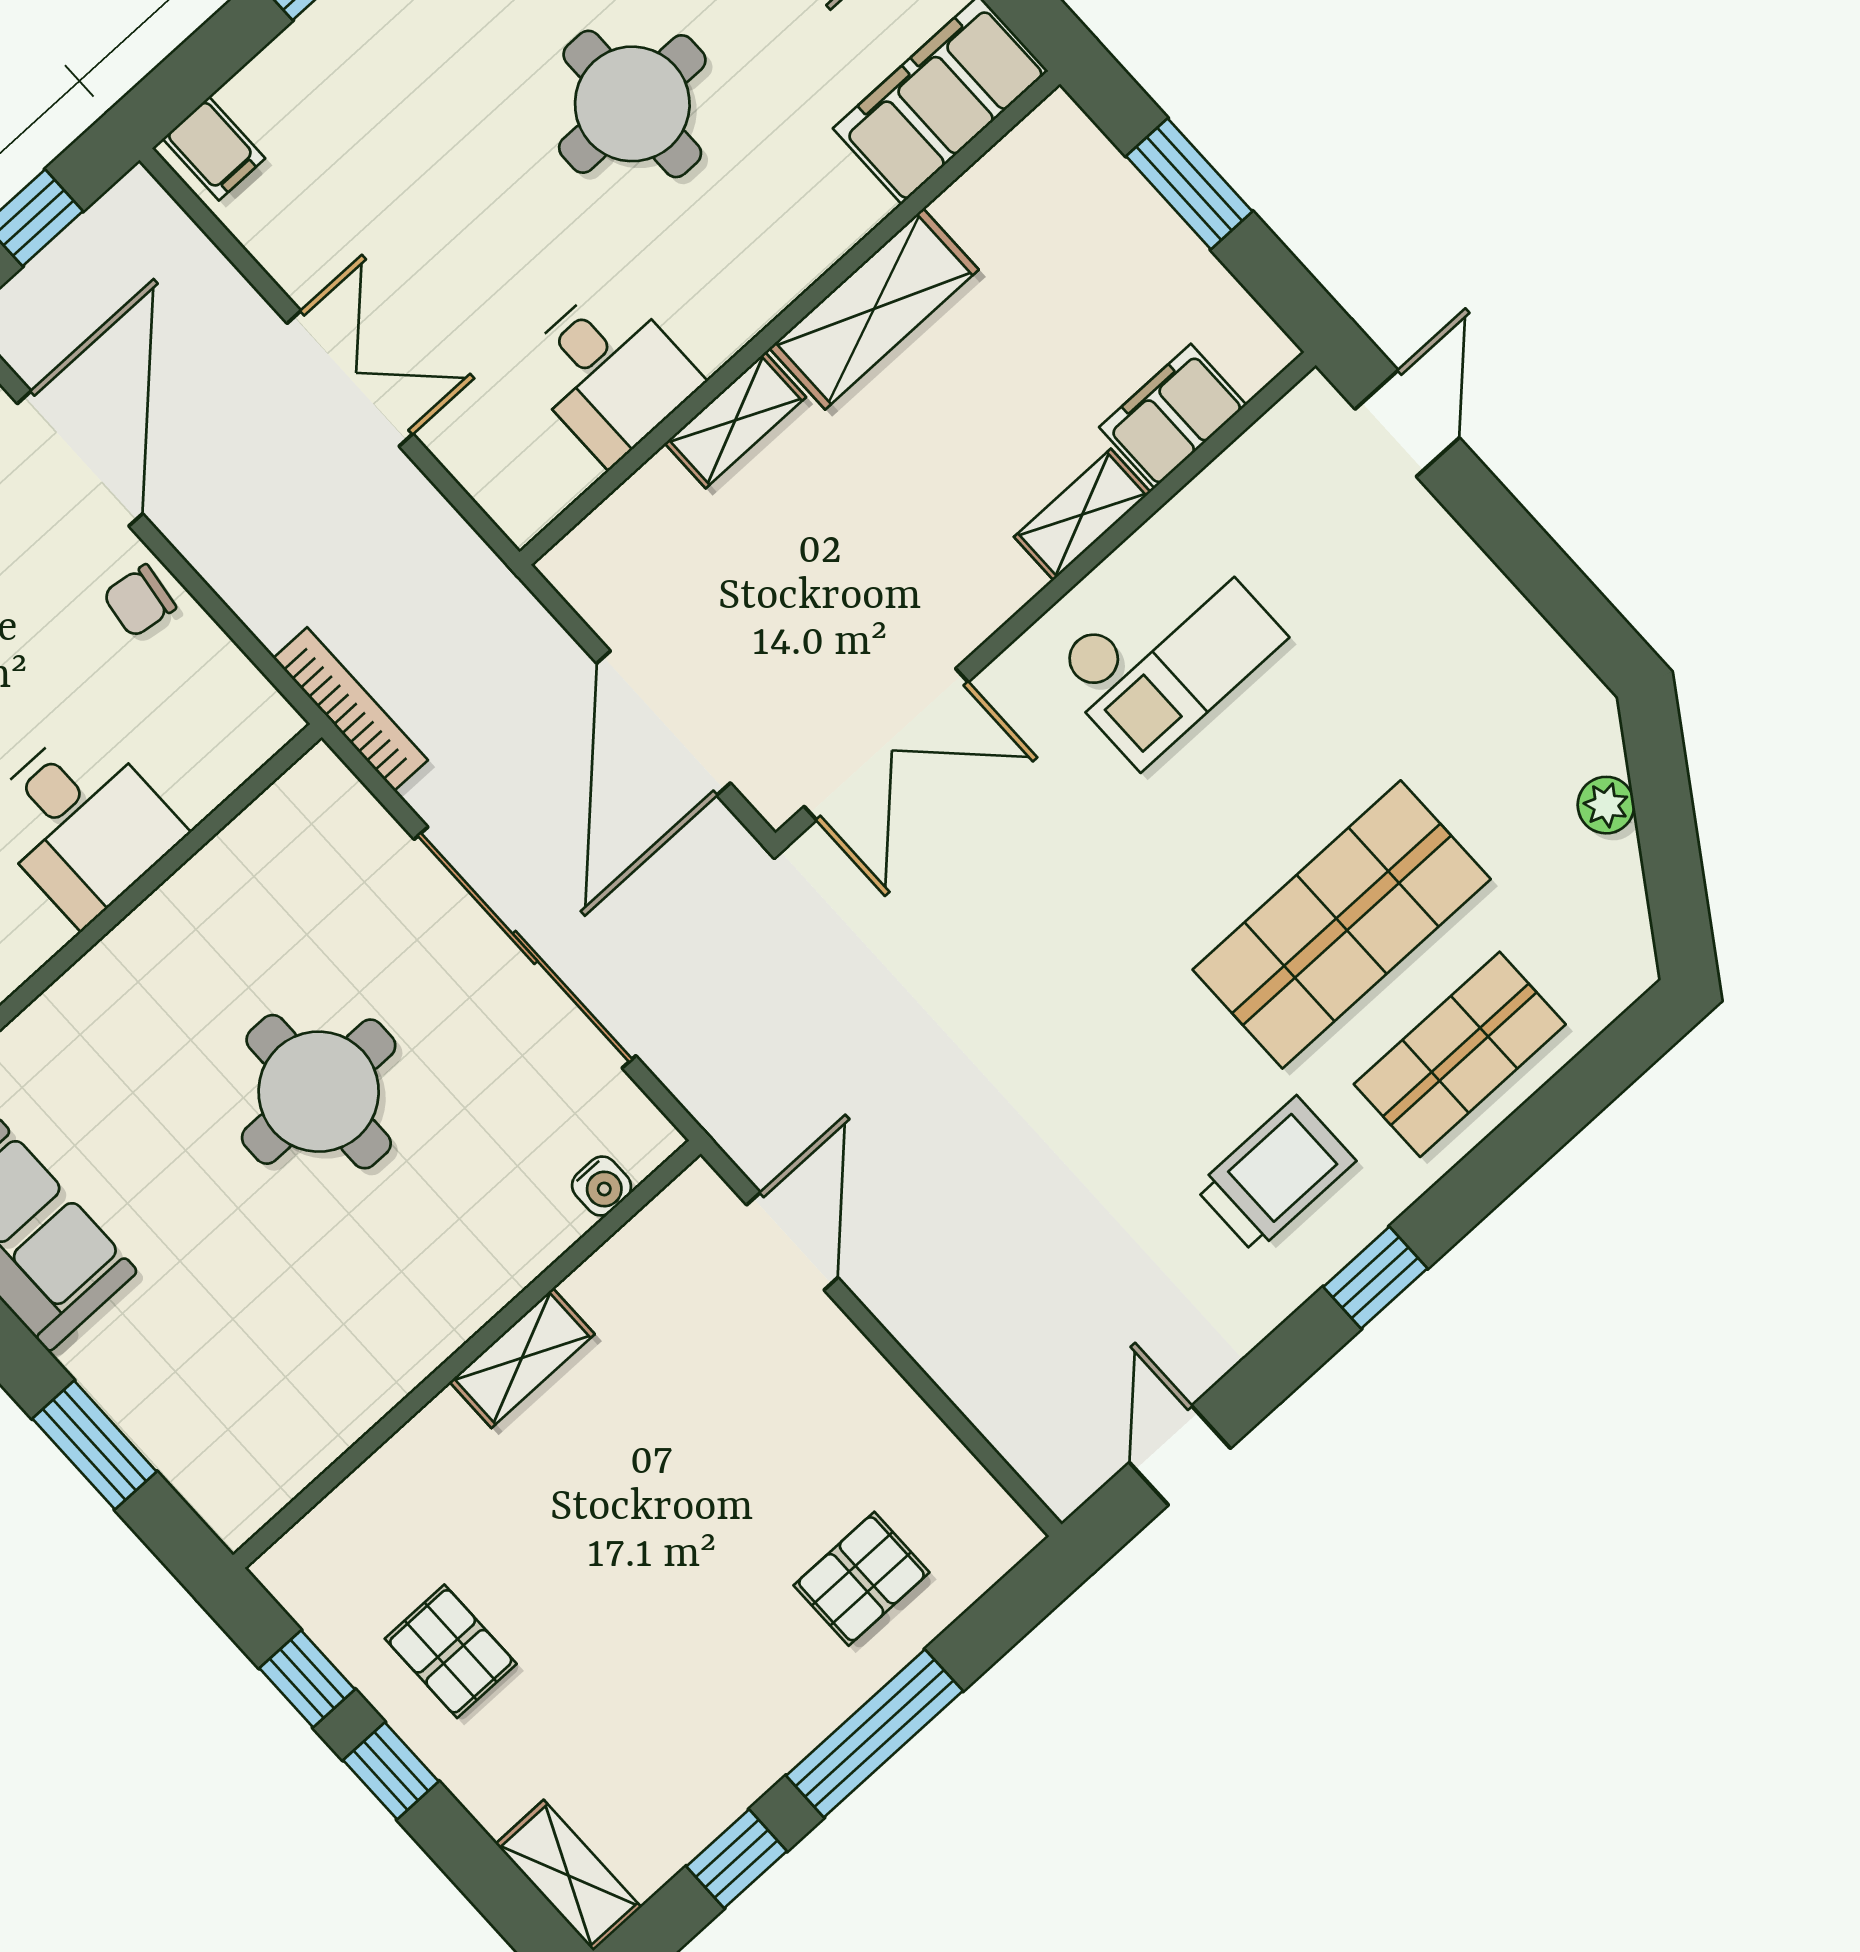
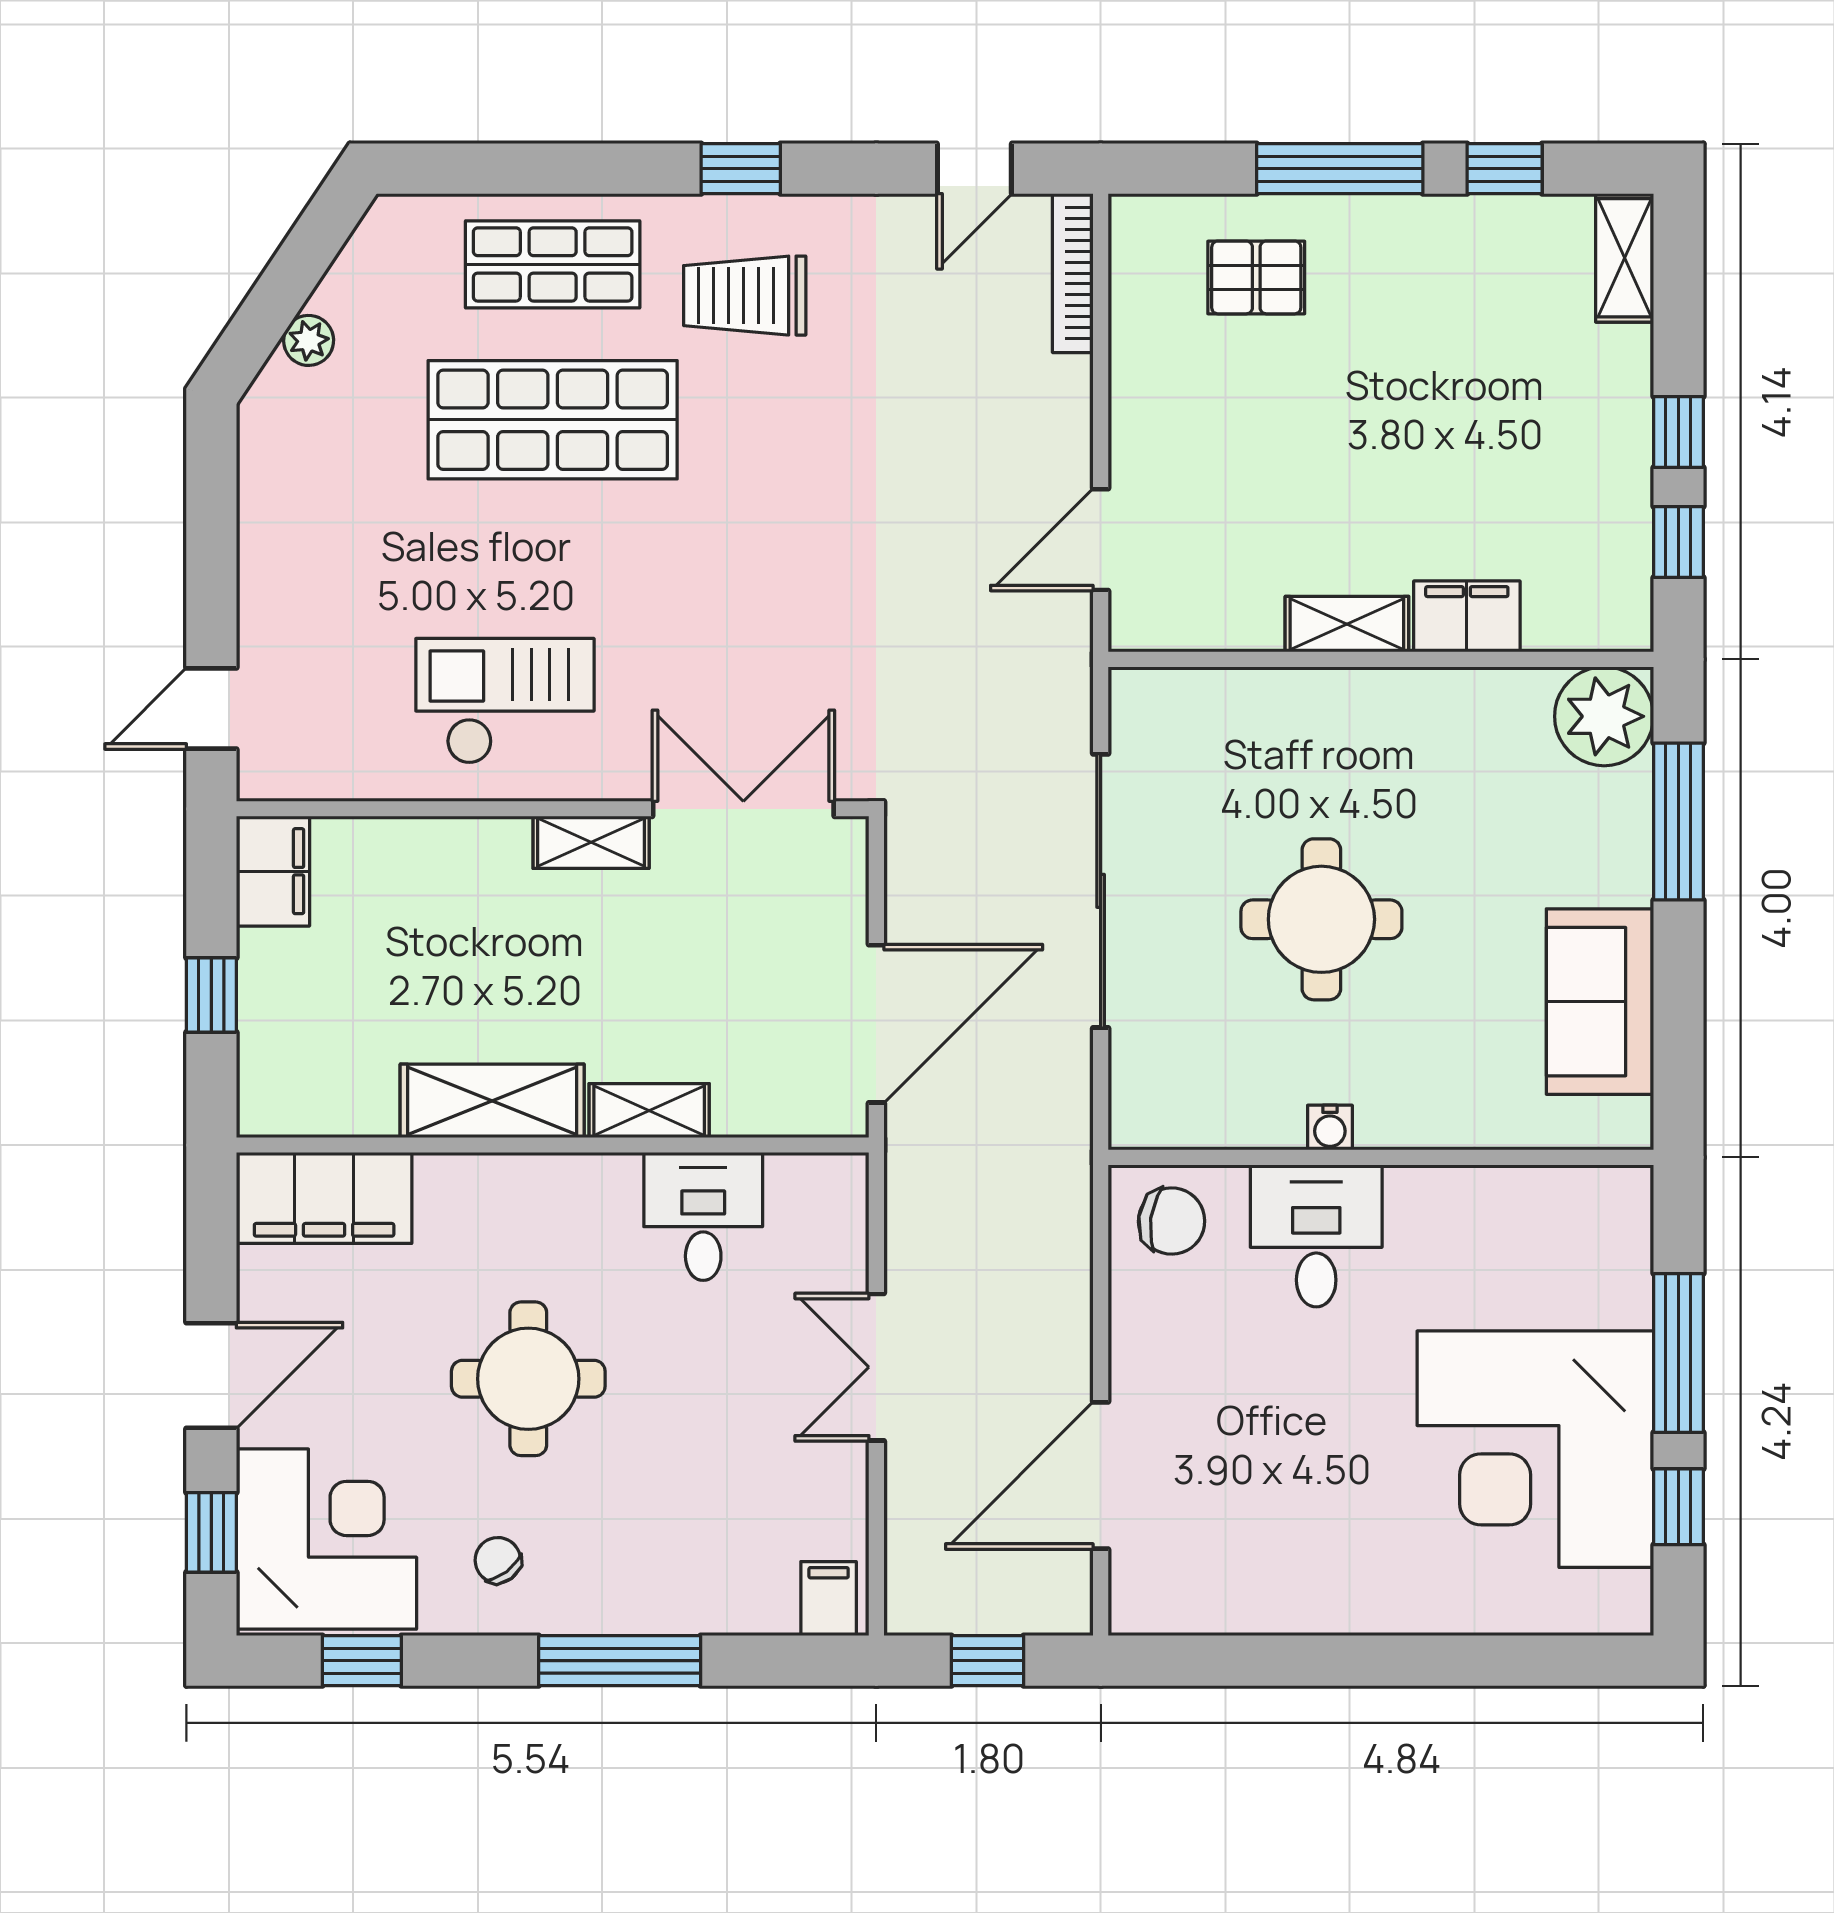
window: (1189, 184) -> (211, 995), width x0.67
filing cabinet: (1173, 416) -> (273, 871), moved, turned -90
shelving: (1082, 515) -> (591, 842), moved
chair: (139, 601) -> (1172, 1221), moved, width x1.37, depth x1.37
bookcase: (351, 709) -> (1073, 273), moved
door: (663, 723) -> (876, 1024), moved
water cooler: (602, 1186) -> (1330, 1128), moved, turned 180
window: (94, 1445) -> (1678, 822), width x1.44
filing cabinet: (428, 1456) -> (1467, 616), added
plant: (237, 1476) -> (1604, 716), added
pallet: (451, 1651) -> (1568, 475), removed

